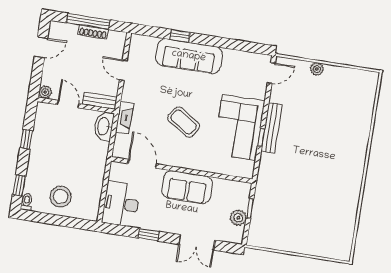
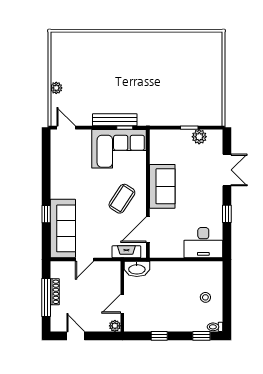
sofa: (189, 56) -> (63, 228), moved
bench: (100, 101) -> (115, 276), removed
door: (142, 164) -> (148, 230), moved
wall: (182, 170) -> (148, 194), moved
sofa: (187, 187) -> (162, 186), moved
stool: (61, 197) -> (205, 297), width x0.53, depth x0.53

